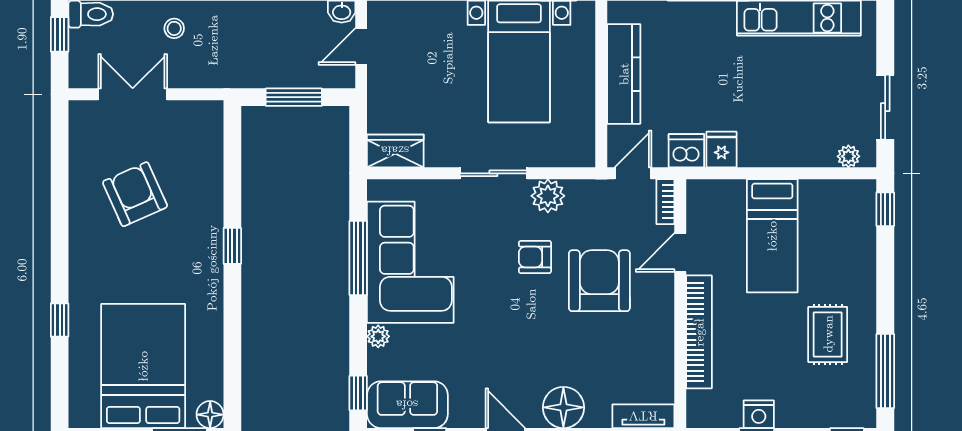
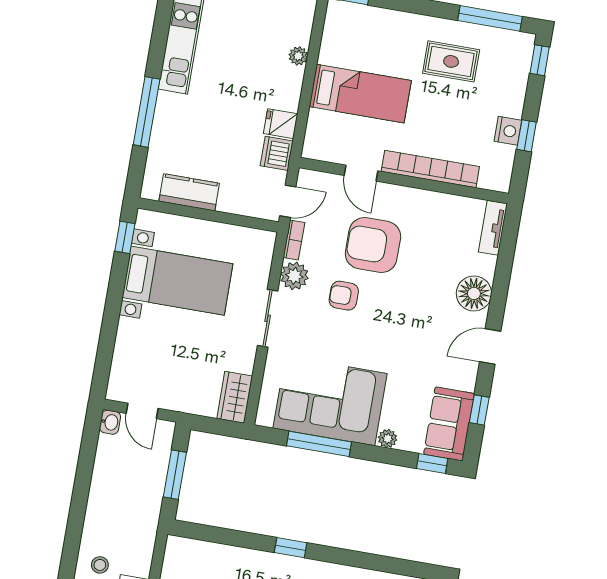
kitchen counter: (624, 74) -> (189, 192), width x0.67
plant: (848, 156) -> (298, 56), moved
door: (633, 173) -> (288, 201), swing flipped
bookcase: (665, 202) -> (294, 240), moved, turned -90
armchair: (535, 257) -> (344, 296), turned 90

